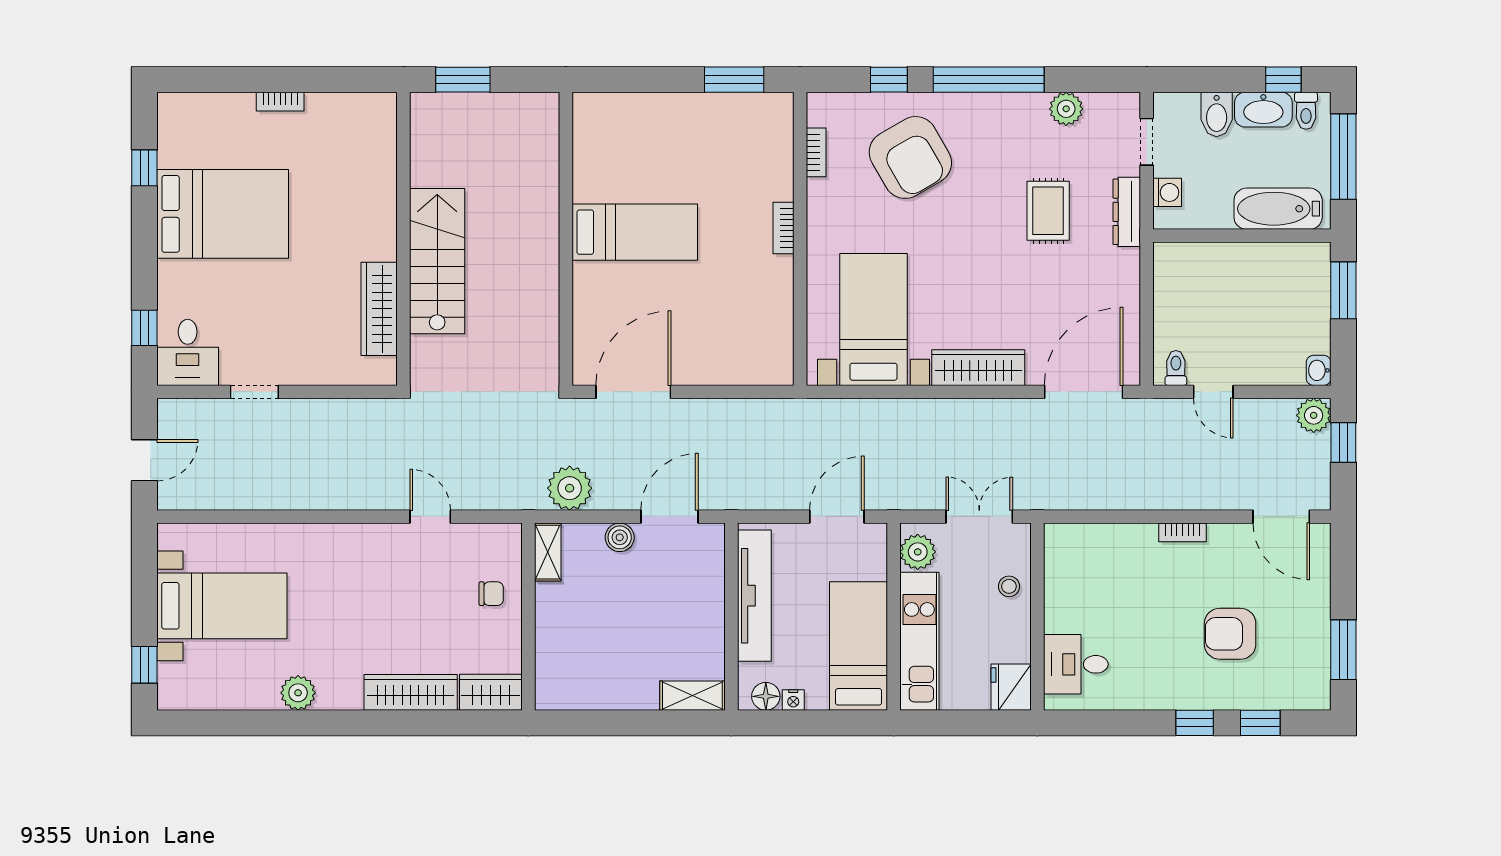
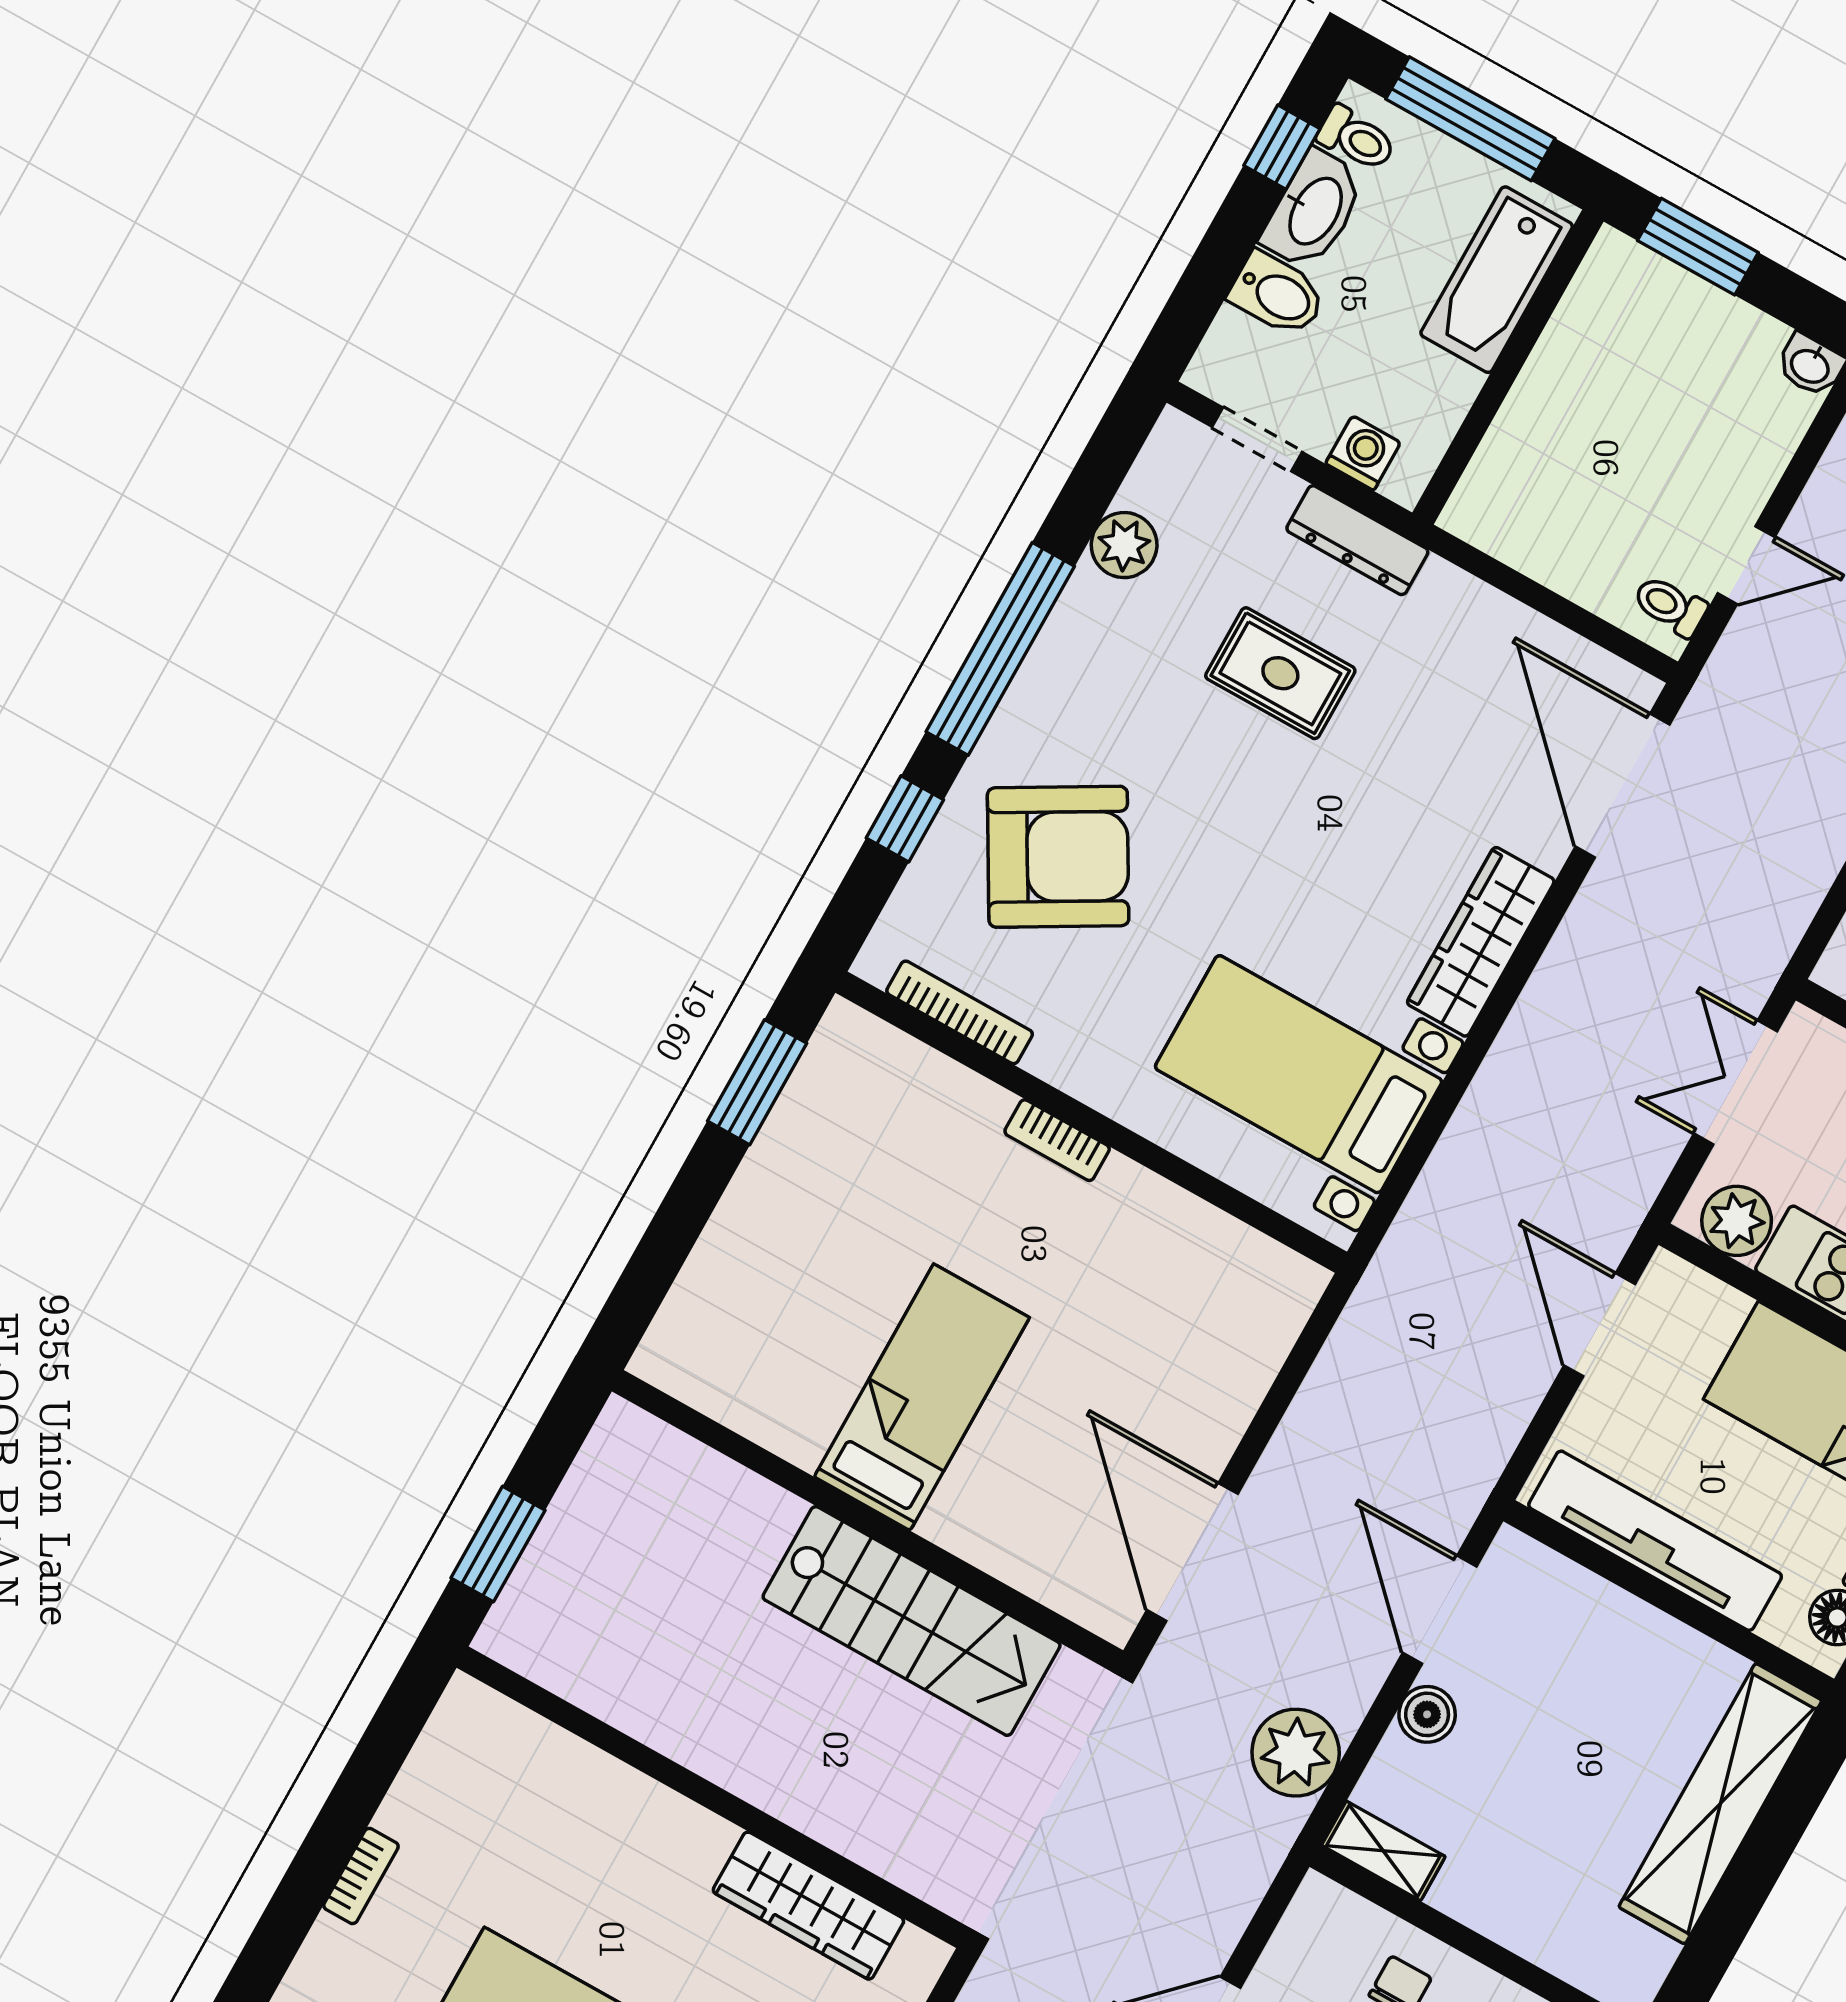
bookcase: (816, 152) -> (960, 1012), width x1.56
stairs: (437, 261) -> (912, 1621), moved, turned 180
shelving: (692, 696) -> (1720, 1804), width x2.20, depth x1.33

